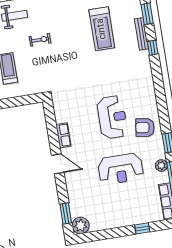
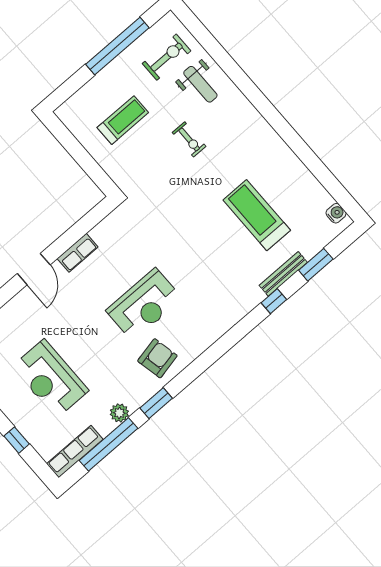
treadmill: (102, 29) -> (257, 215), turned 90
armchair: (145, 128) -> (157, 358), turned 69
reception desk: (120, 169) -> (50, 379), moved

